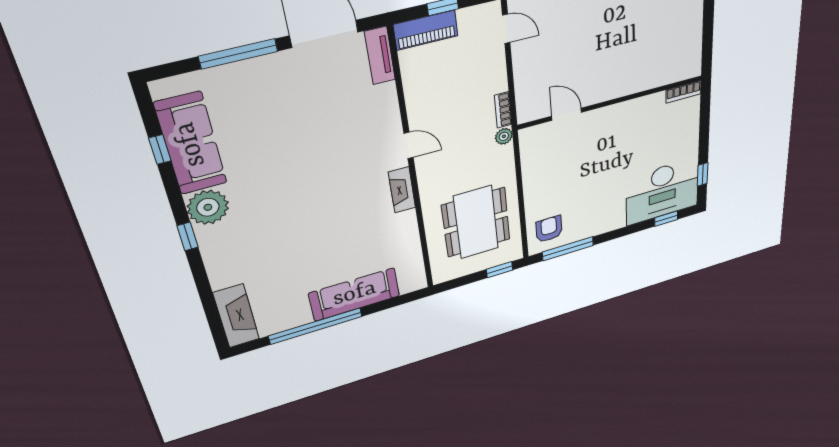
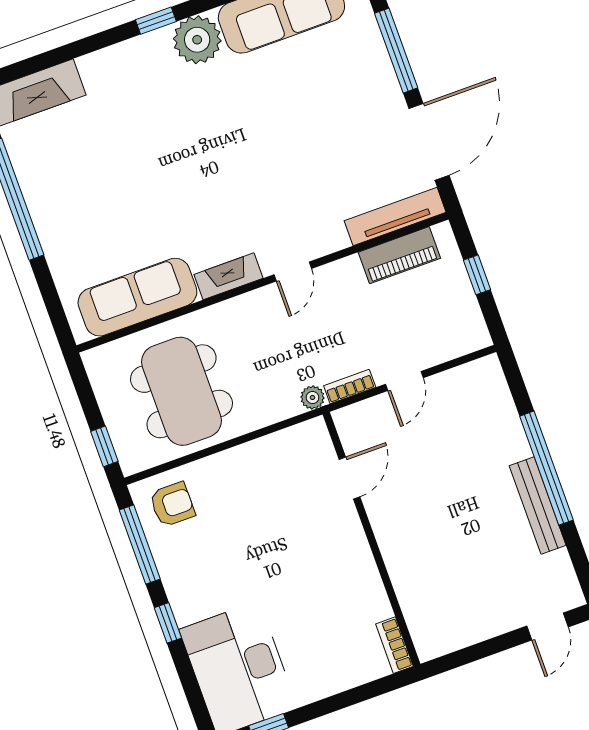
door: (506, 29) -> (404, 381), moved
piano: (426, 30) -> (399, 255), moved, turned -90
tv unit: (380, 56) -> (395, 217), width x1.41
window: (666, 219) -> (168, 623), moved
dining table: (476, 222) -> (182, 391), turned 90
sofa: (355, 294) -> (137, 297), moved, turned -90

